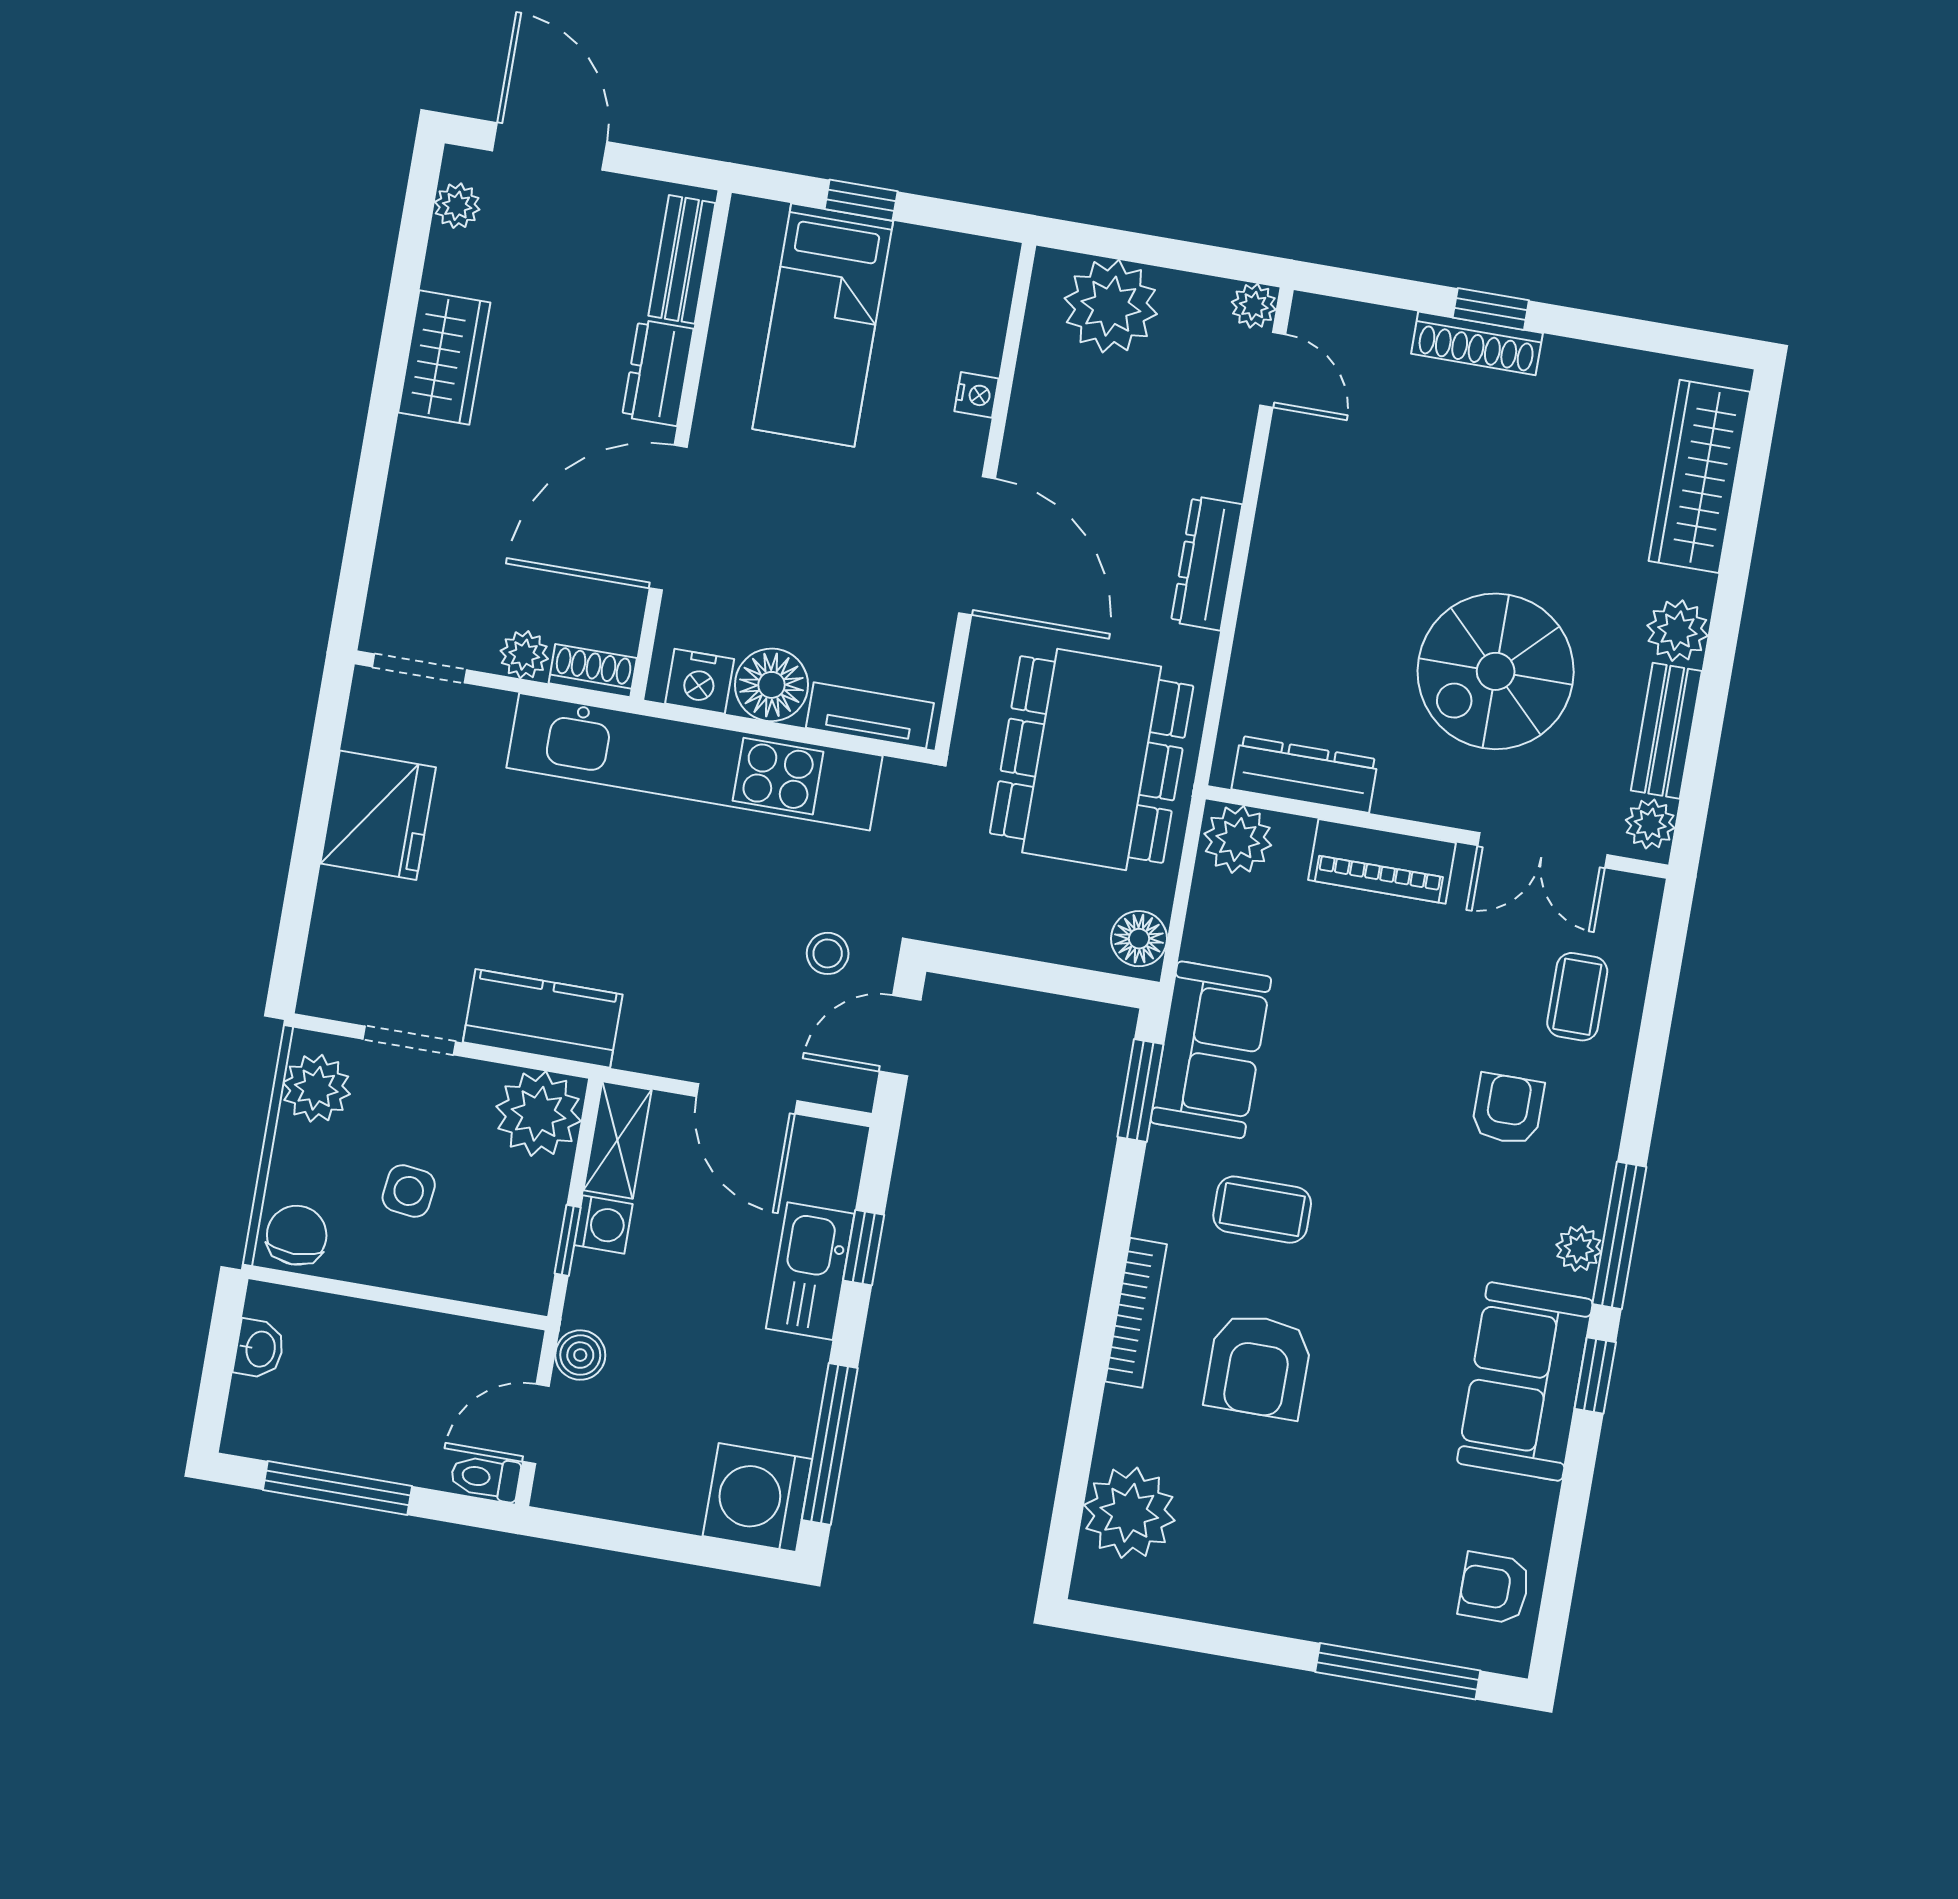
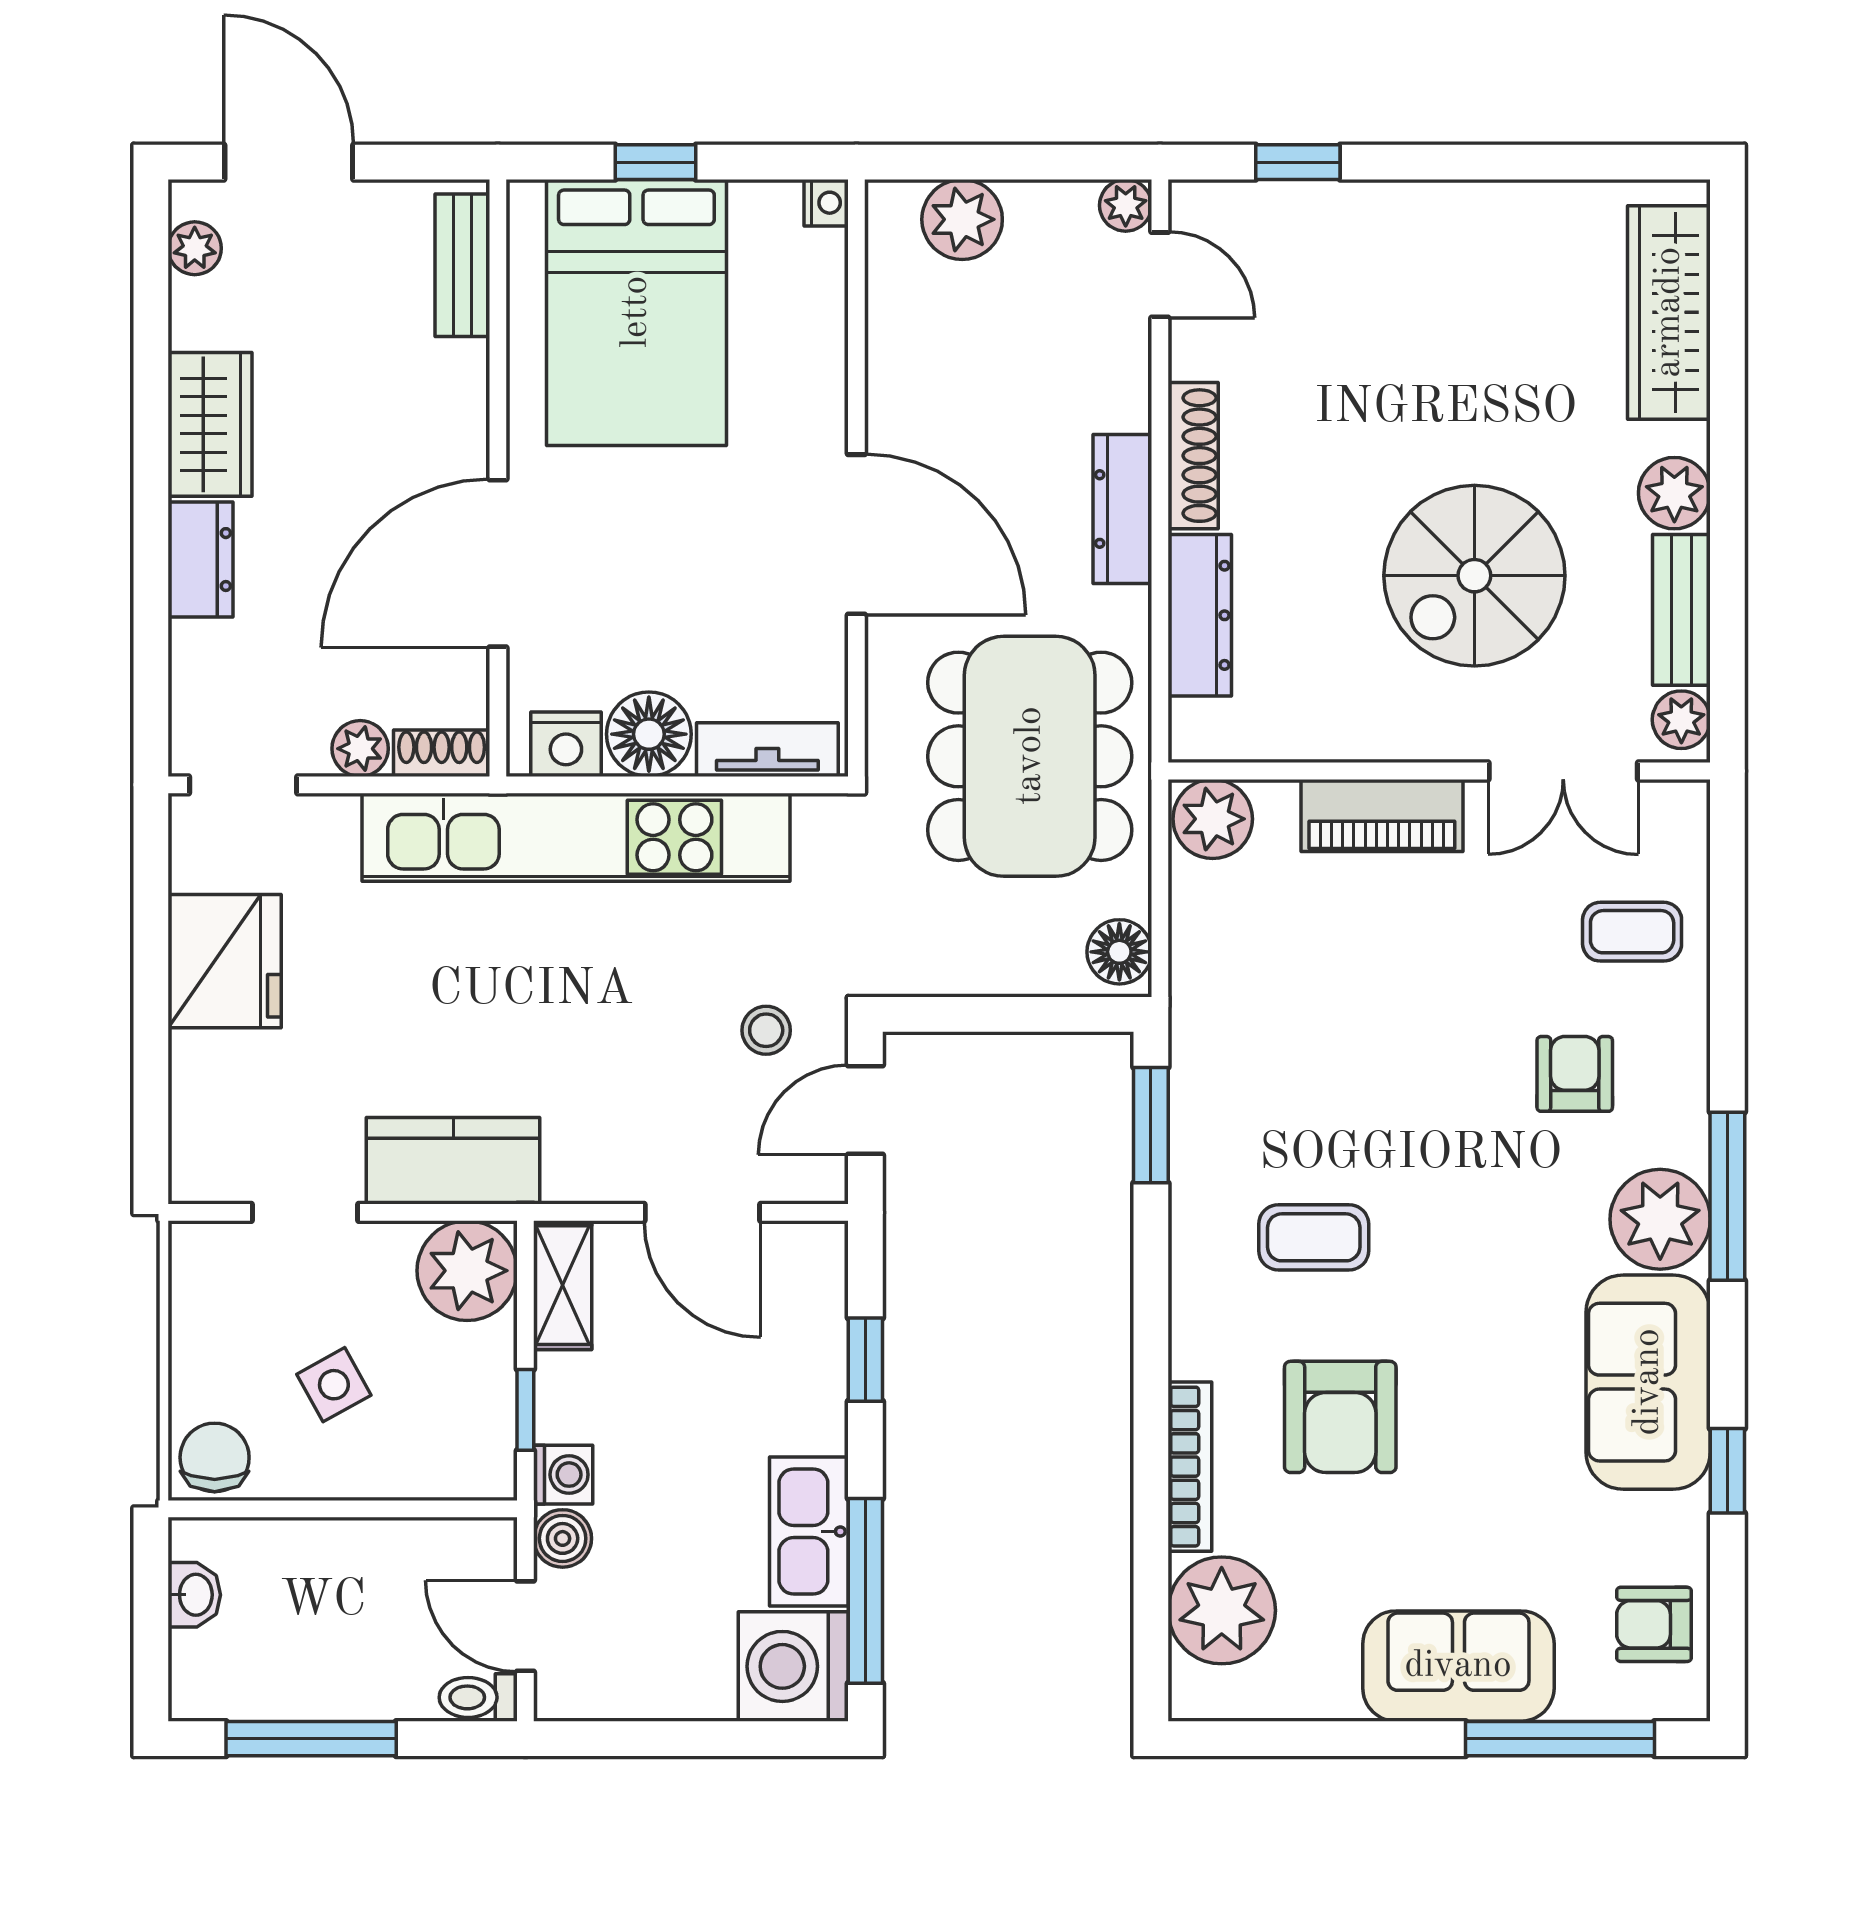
plant: (1111, 306) -> (962, 219), width x0.73, depth x0.73
window: (1491, 309) -> (1298, 162), moved
bed: (823, 325) -> (636, 312), width x1.50
shoe rack: (1477, 343) -> (1193, 456), moved, turned -90
dresser: (658, 373) -> (201, 560), moved, turned 180
nightstand: (977, 395) -> (826, 203), moved
dresser: (1305, 774) -> (1200, 615), moved, turned 90
coffee table: (1577, 997) -> (1632, 932), turned 90
sofa: (1211, 1050) -> (1458, 1666), moved, turned -90
plant: (316, 1088) -> (208, 1285), removed
side table: (409, 1191) -> (334, 1385), turned -36
washing machine: (603, 1225) -> (563, 1475), moved
plant: (1579, 1248) -> (1660, 1219), width x1.87, depth x1.87
kitchen sink: (810, 1271) -> (809, 1531), moved
bookcase: (1136, 1313) -> (1190, 1467), moved
window: (1595, 1376) -> (1727, 1471), moved
door: (536, 1424) -> (525, 1626), hinge flipped

